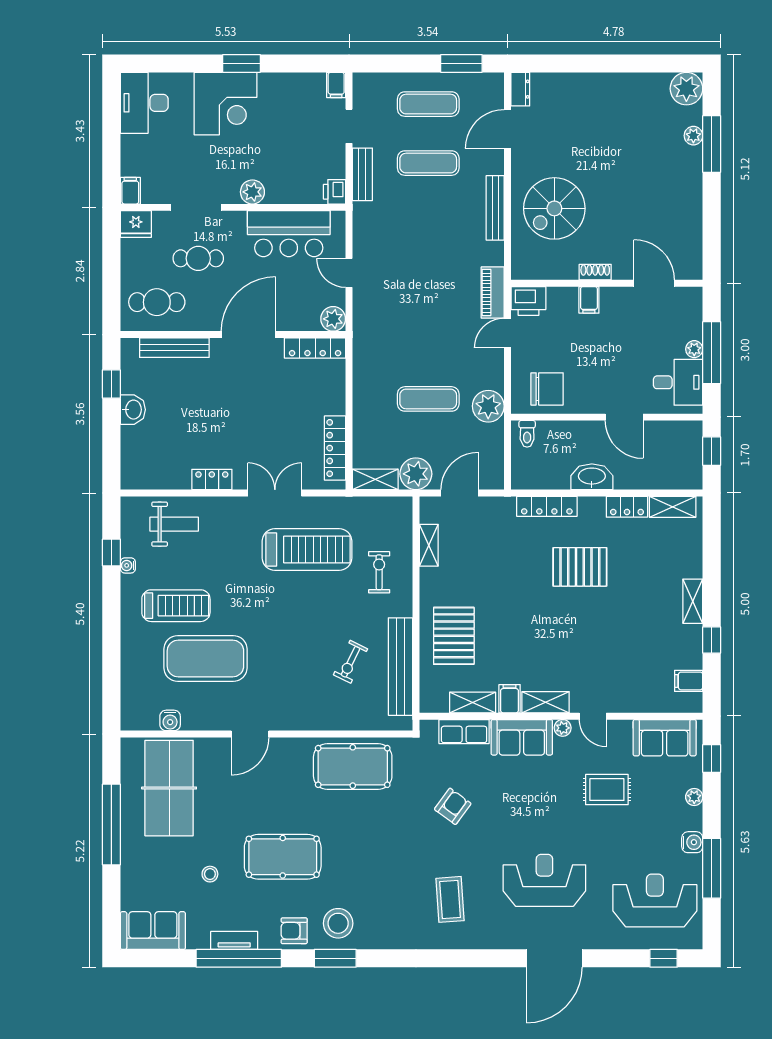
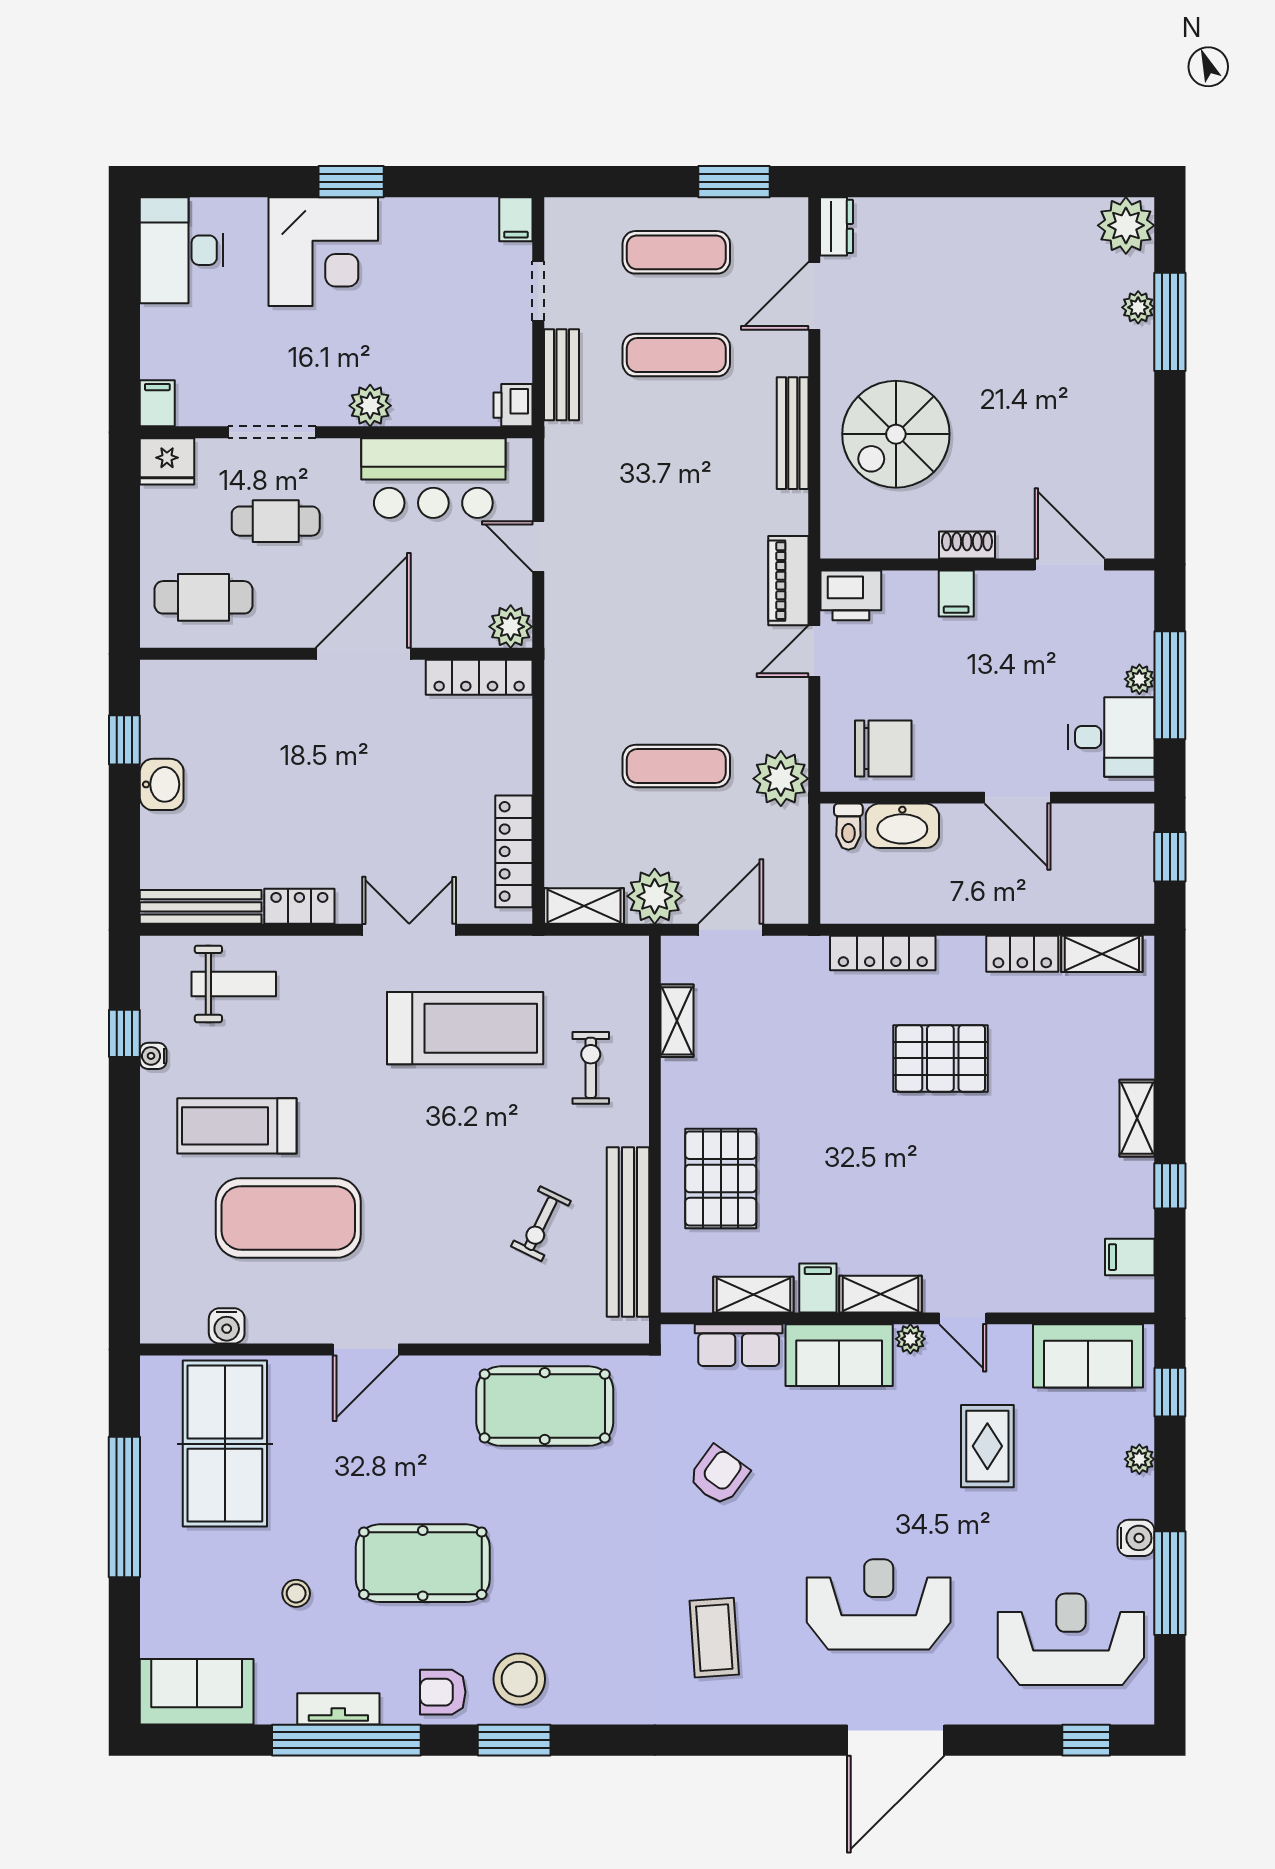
bench: (174, 348) -> (201, 907), moved
washbasin: (592, 477) -> (902, 826), moved, turned 180
treadmill: (176, 606) -> (237, 1126), turned 180
rug: (607, 790) -> (987, 1446), turned 90

